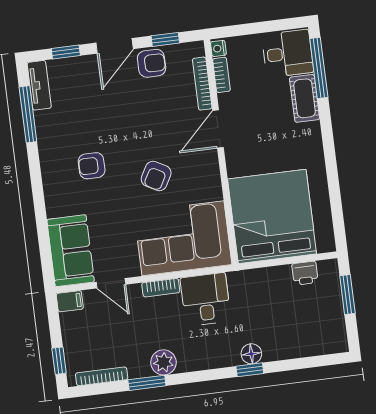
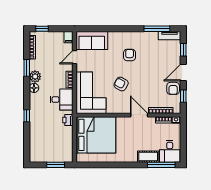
door: (115, 46) -> (183, 72), hinge flipped
printer: (305, 273) -> (68, 120), moved
floor lamp: (251, 354) -> (34, 88), moved

